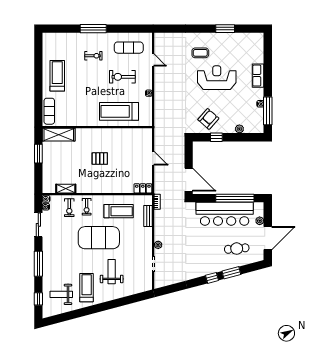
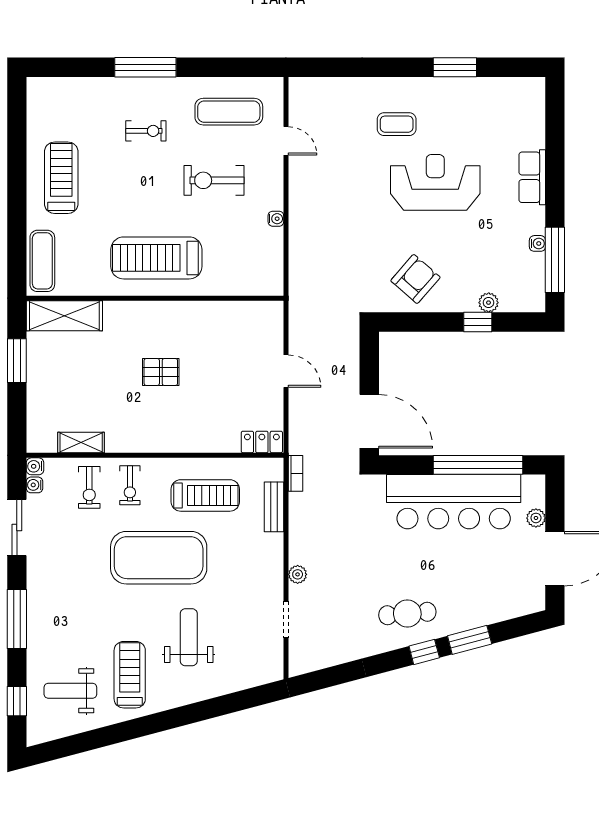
treadmill: (119, 111) -> (156, 258), moved
window: (216, 137) -> (478, 322), moved
cafe table: (237, 249) -> (407, 613), moved

